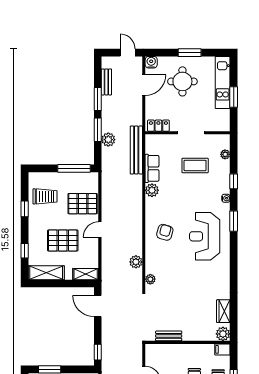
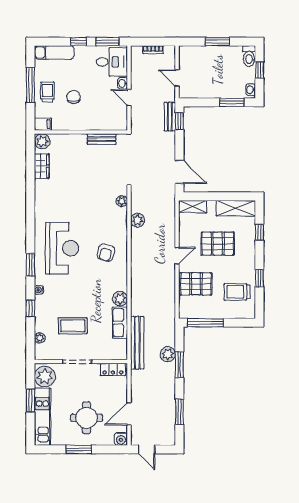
bench: (106, 82) -> (170, 117), moved
window: (98, 99) -> (179, 412), moved
plant: (220, 119) -> (45, 377), added

